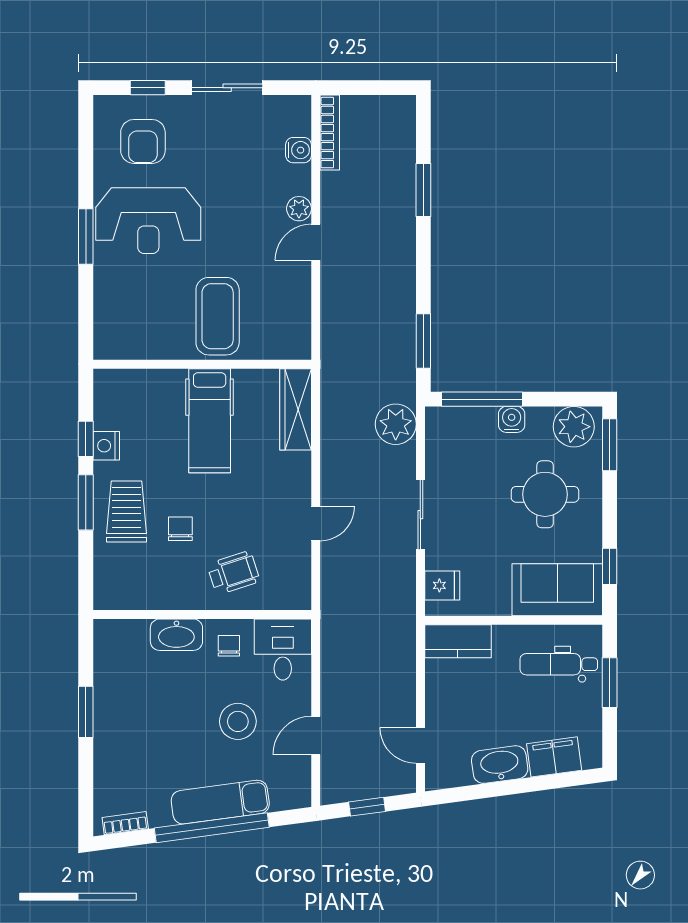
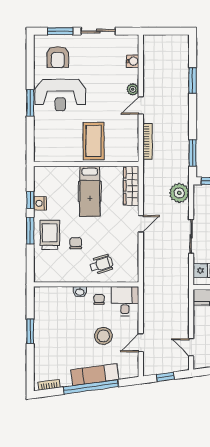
window: (148, 88) -> (60, 31), width x1.50
bookcase: (330, 133) -> (147, 141), moved
door: (316, 523) -> (141, 224), moved
washbasin: (176, 635) -> (80, 292), width x0.52, depth x0.69

